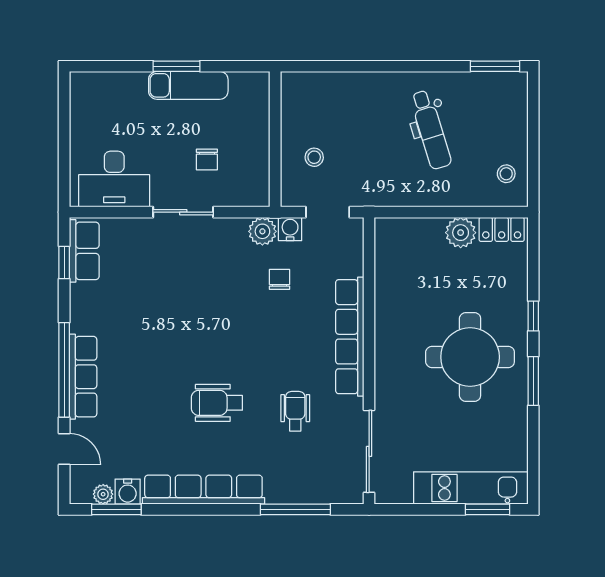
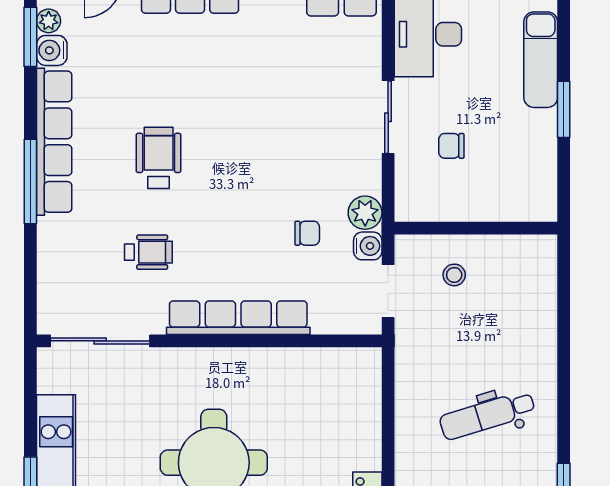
exam couch: (188, 85) -> (541, 60), moved
plant: (461, 233) -> (363, 451), removed
window: (295, 509) -> (30, 182), moved

